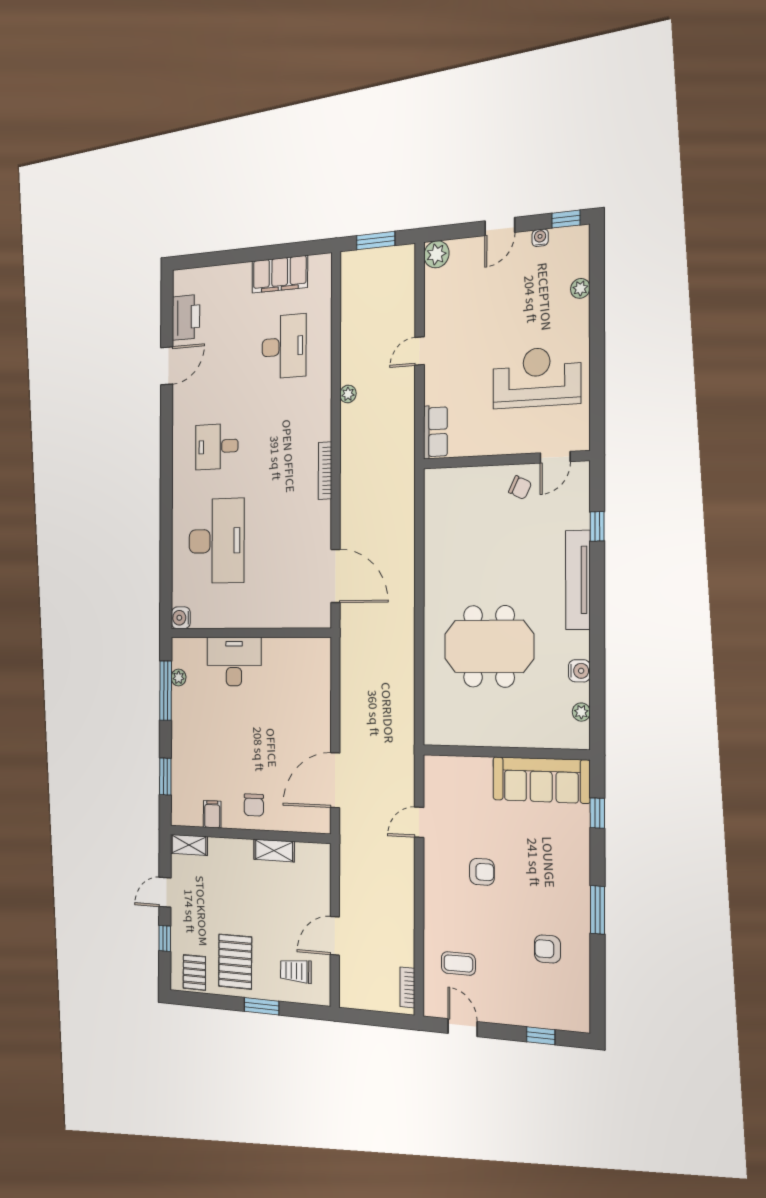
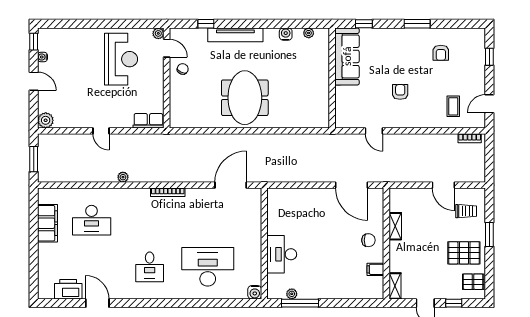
plant: (580, 288) -> (158, 33), moved
desk: (284, 347) -> (92, 220), turned 180
reception desk: (537, 377) -> (121, 59), turned 180
meeting table: (489, 646) -> (245, 98), moved
window: (165, 776) -> (353, 303), removed
trolley: (296, 971) -> (466, 211), turned -90

